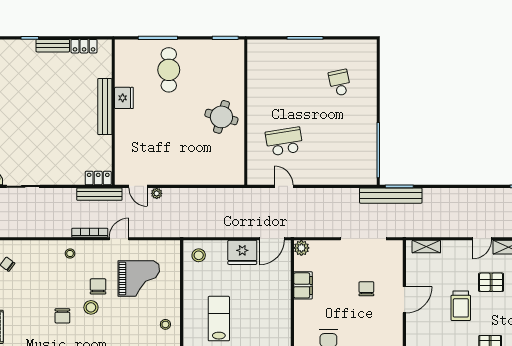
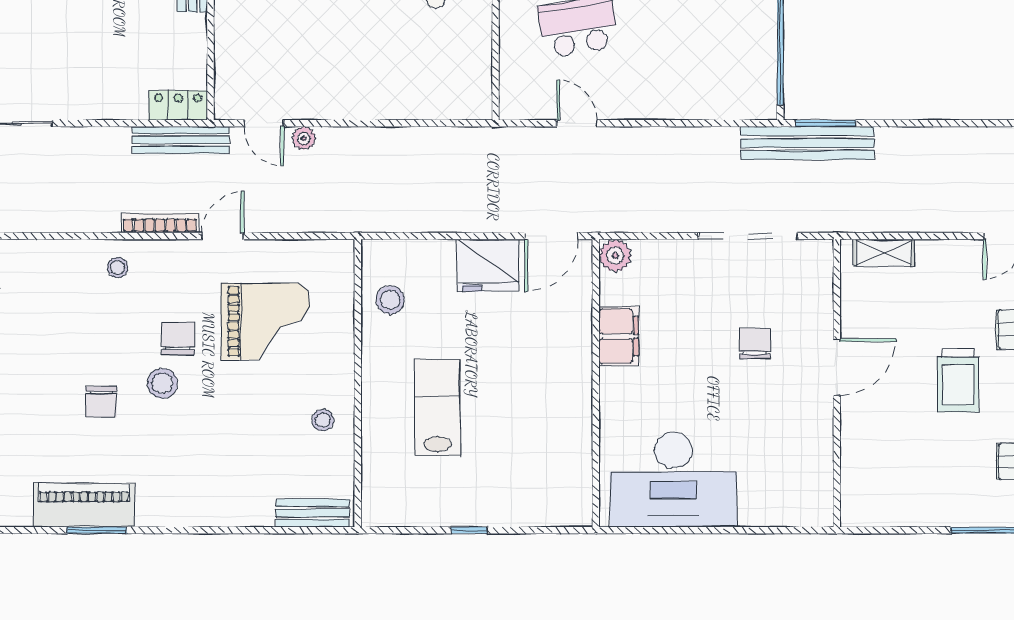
stool: (199, 255) -> (390, 300), moved

